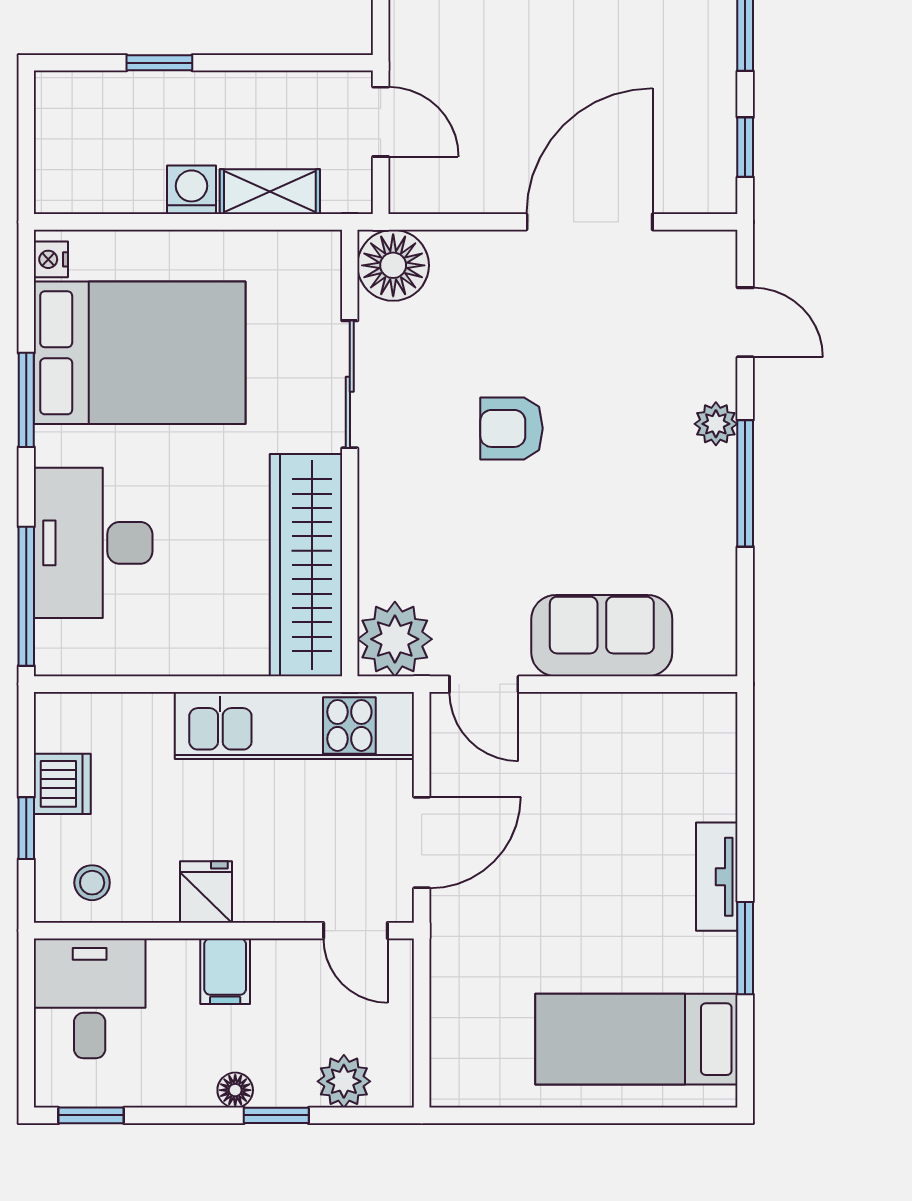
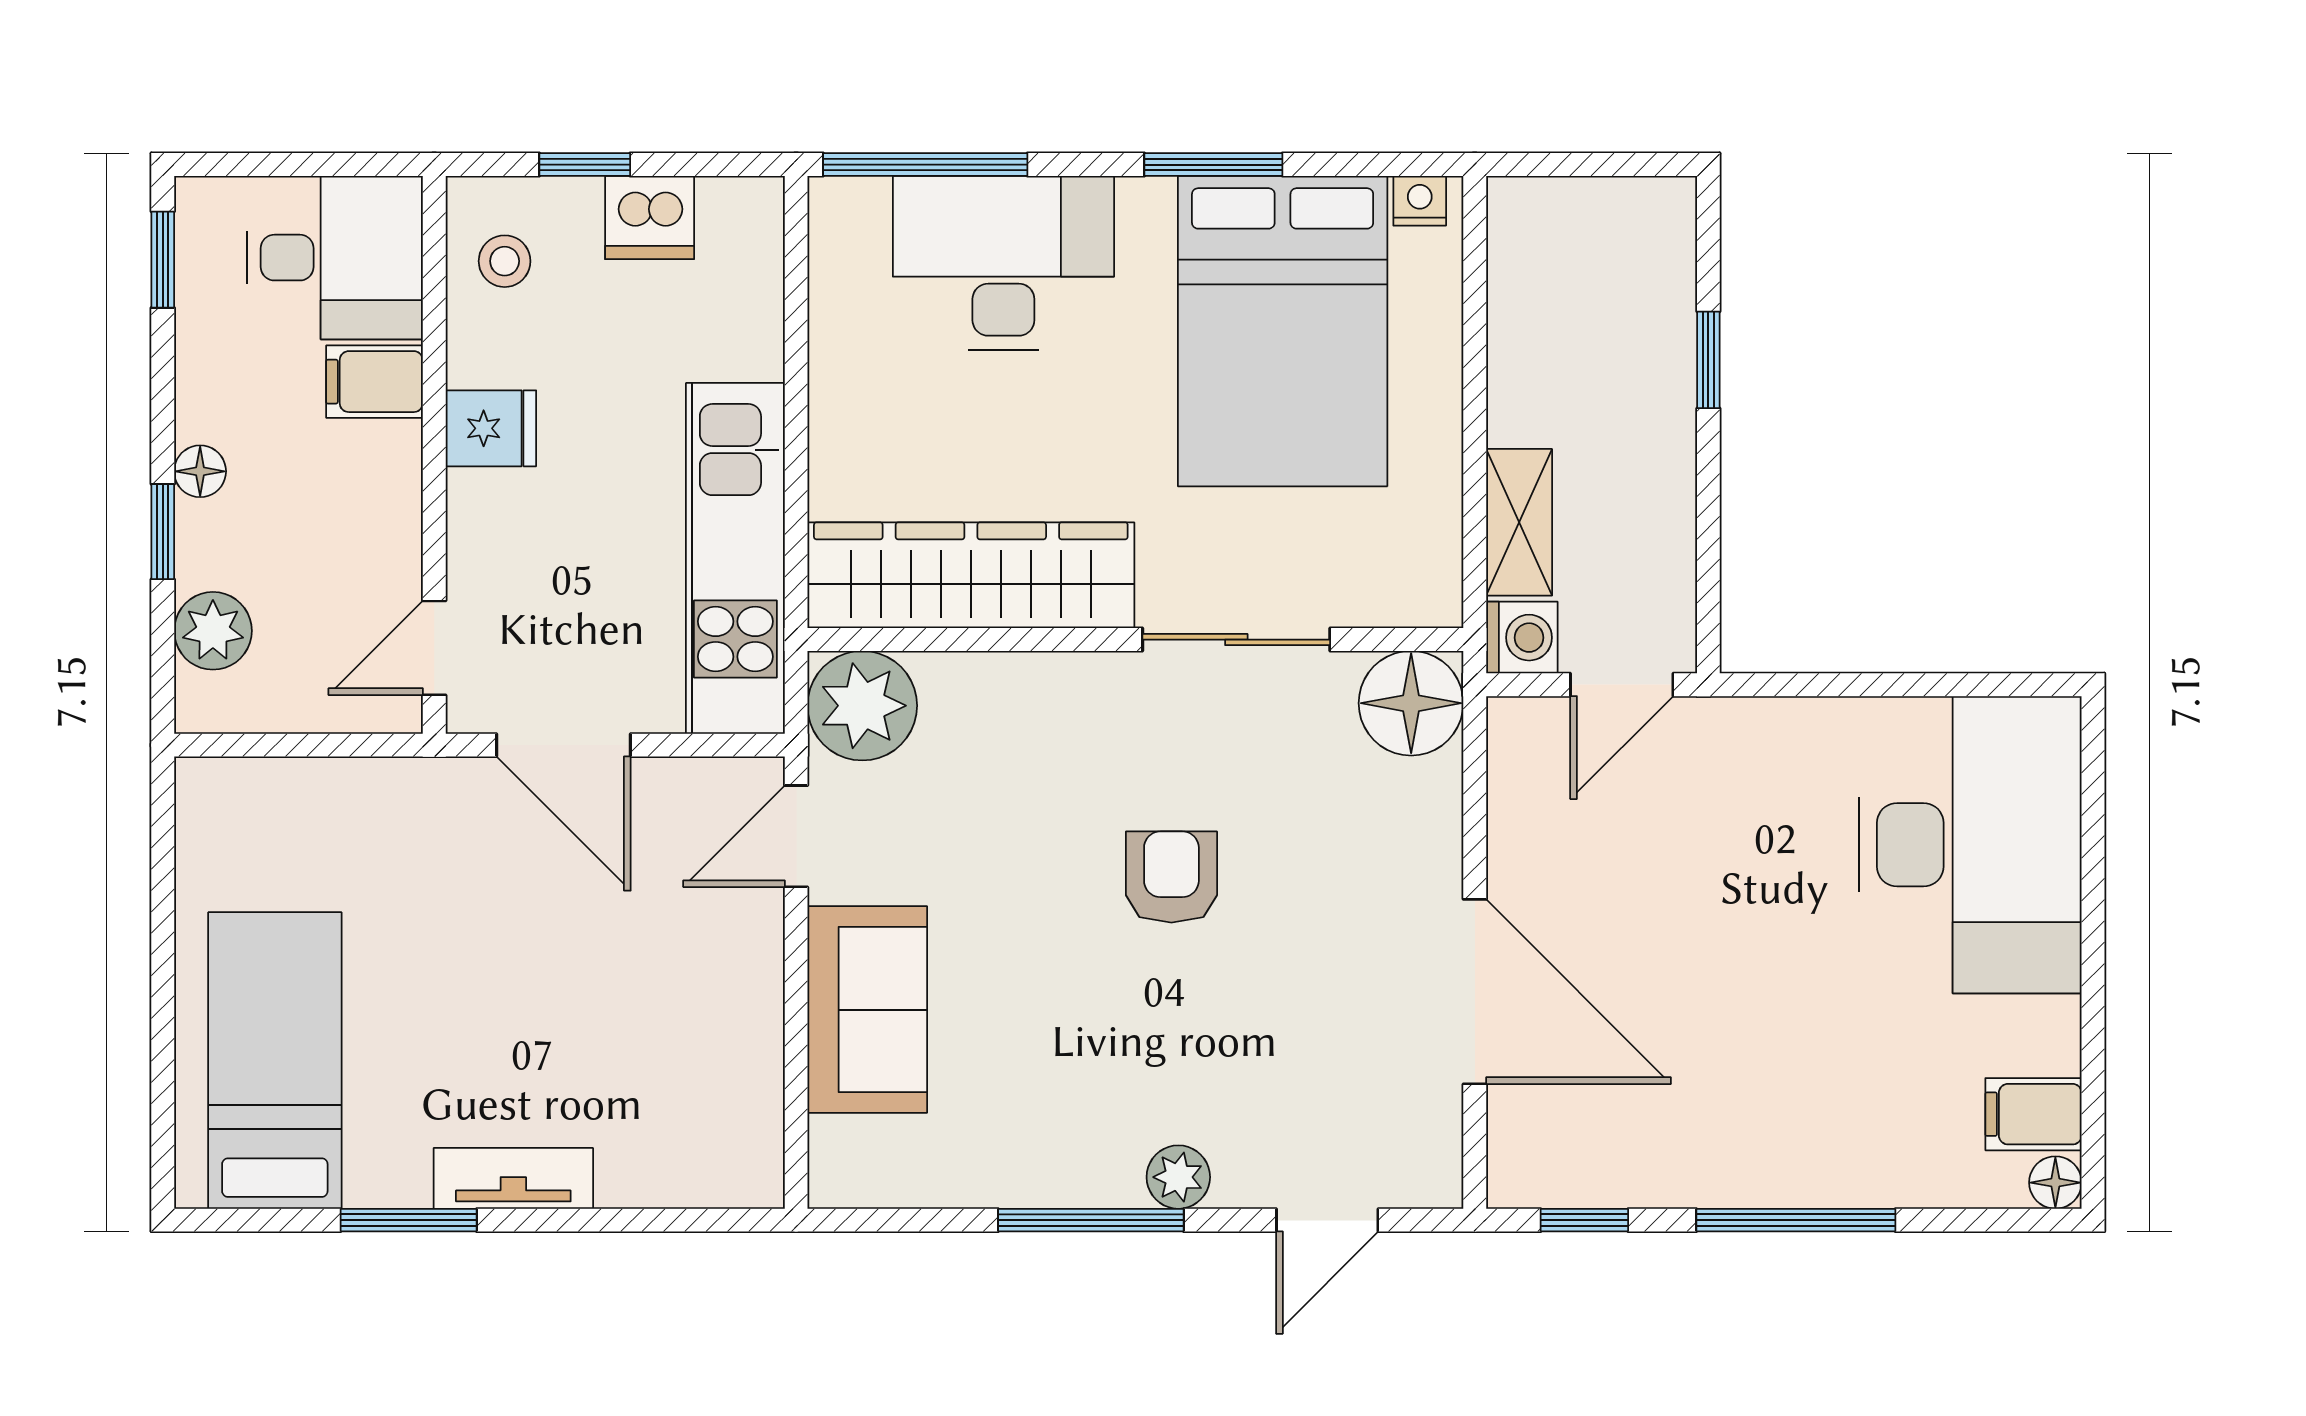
washing machine: (191, 190) -> (1522, 638), moved
filing cabinet: (225, 971) -> (375, 382), moved

